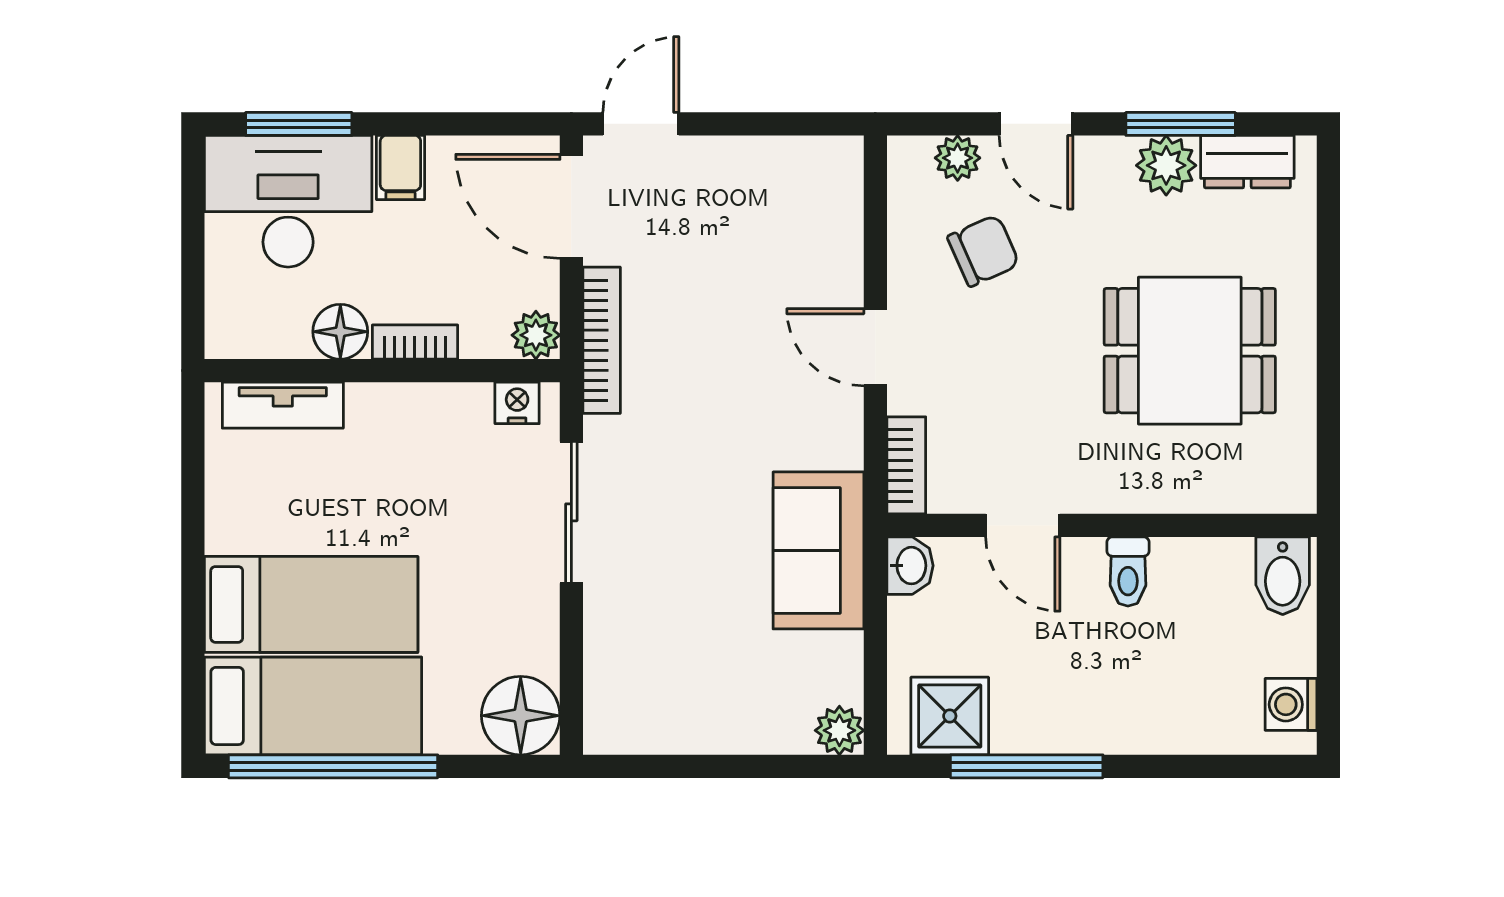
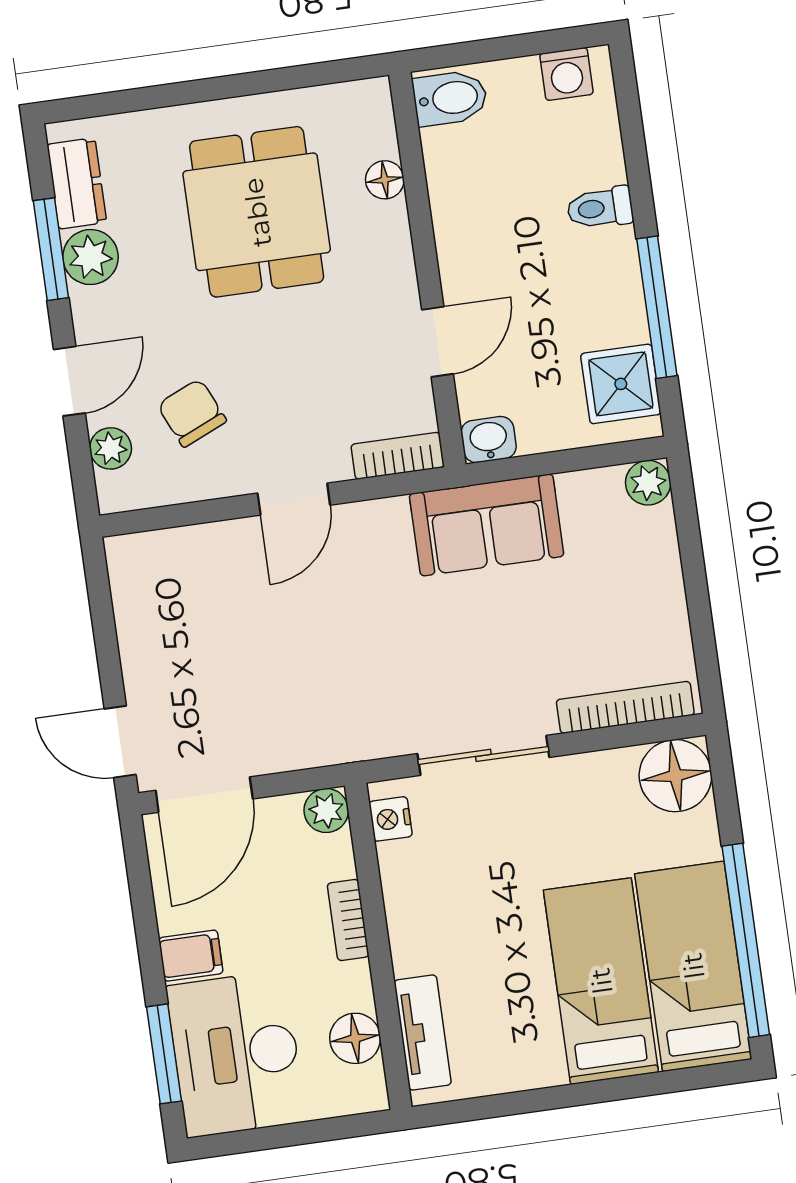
floor lamp: (340, 332) -> (355, 1038), moved
bookcase: (602, 340) -> (625, 707), moved
floor lamp: (1205, 493) -> (385, 180), added
toilet: (1128, 571) -> (600, 208), moved, turned 180

